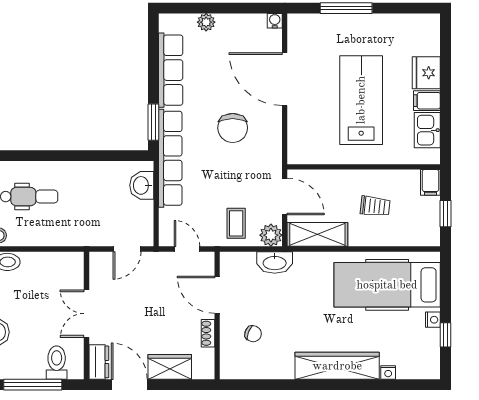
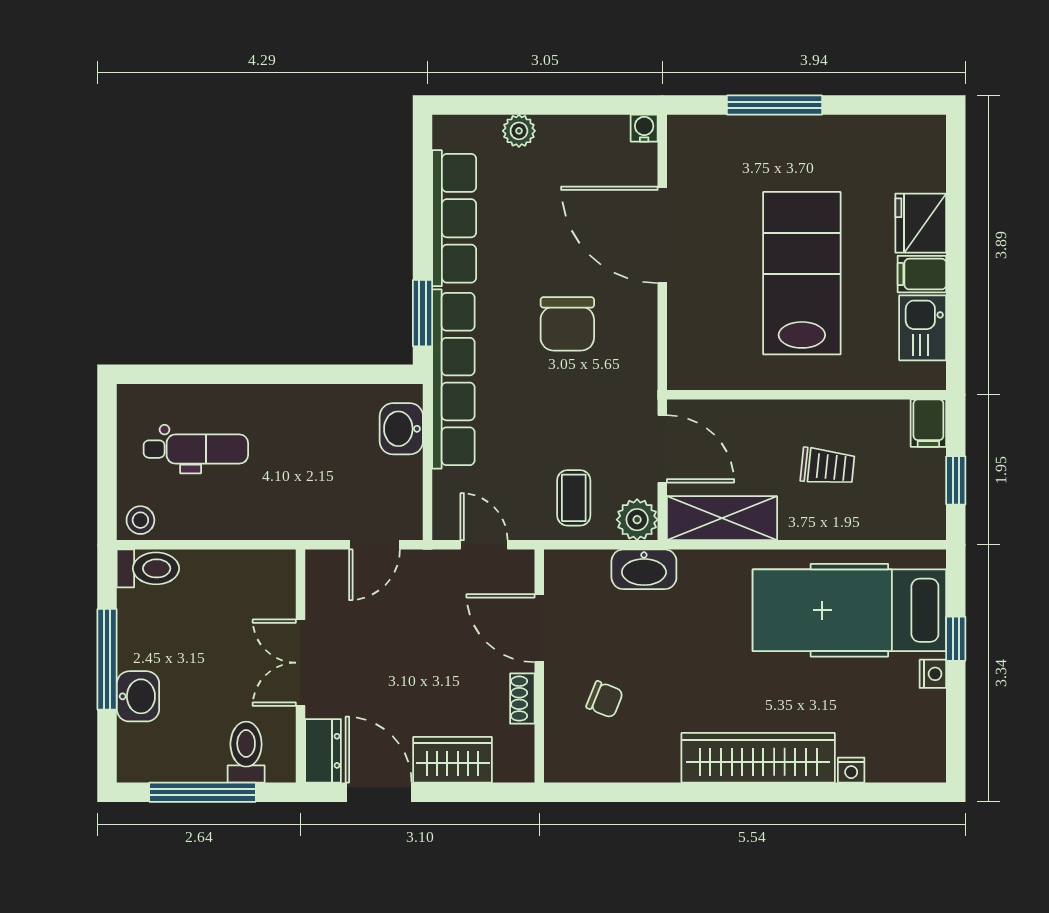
window: (446, 335) -> (956, 639), moved

